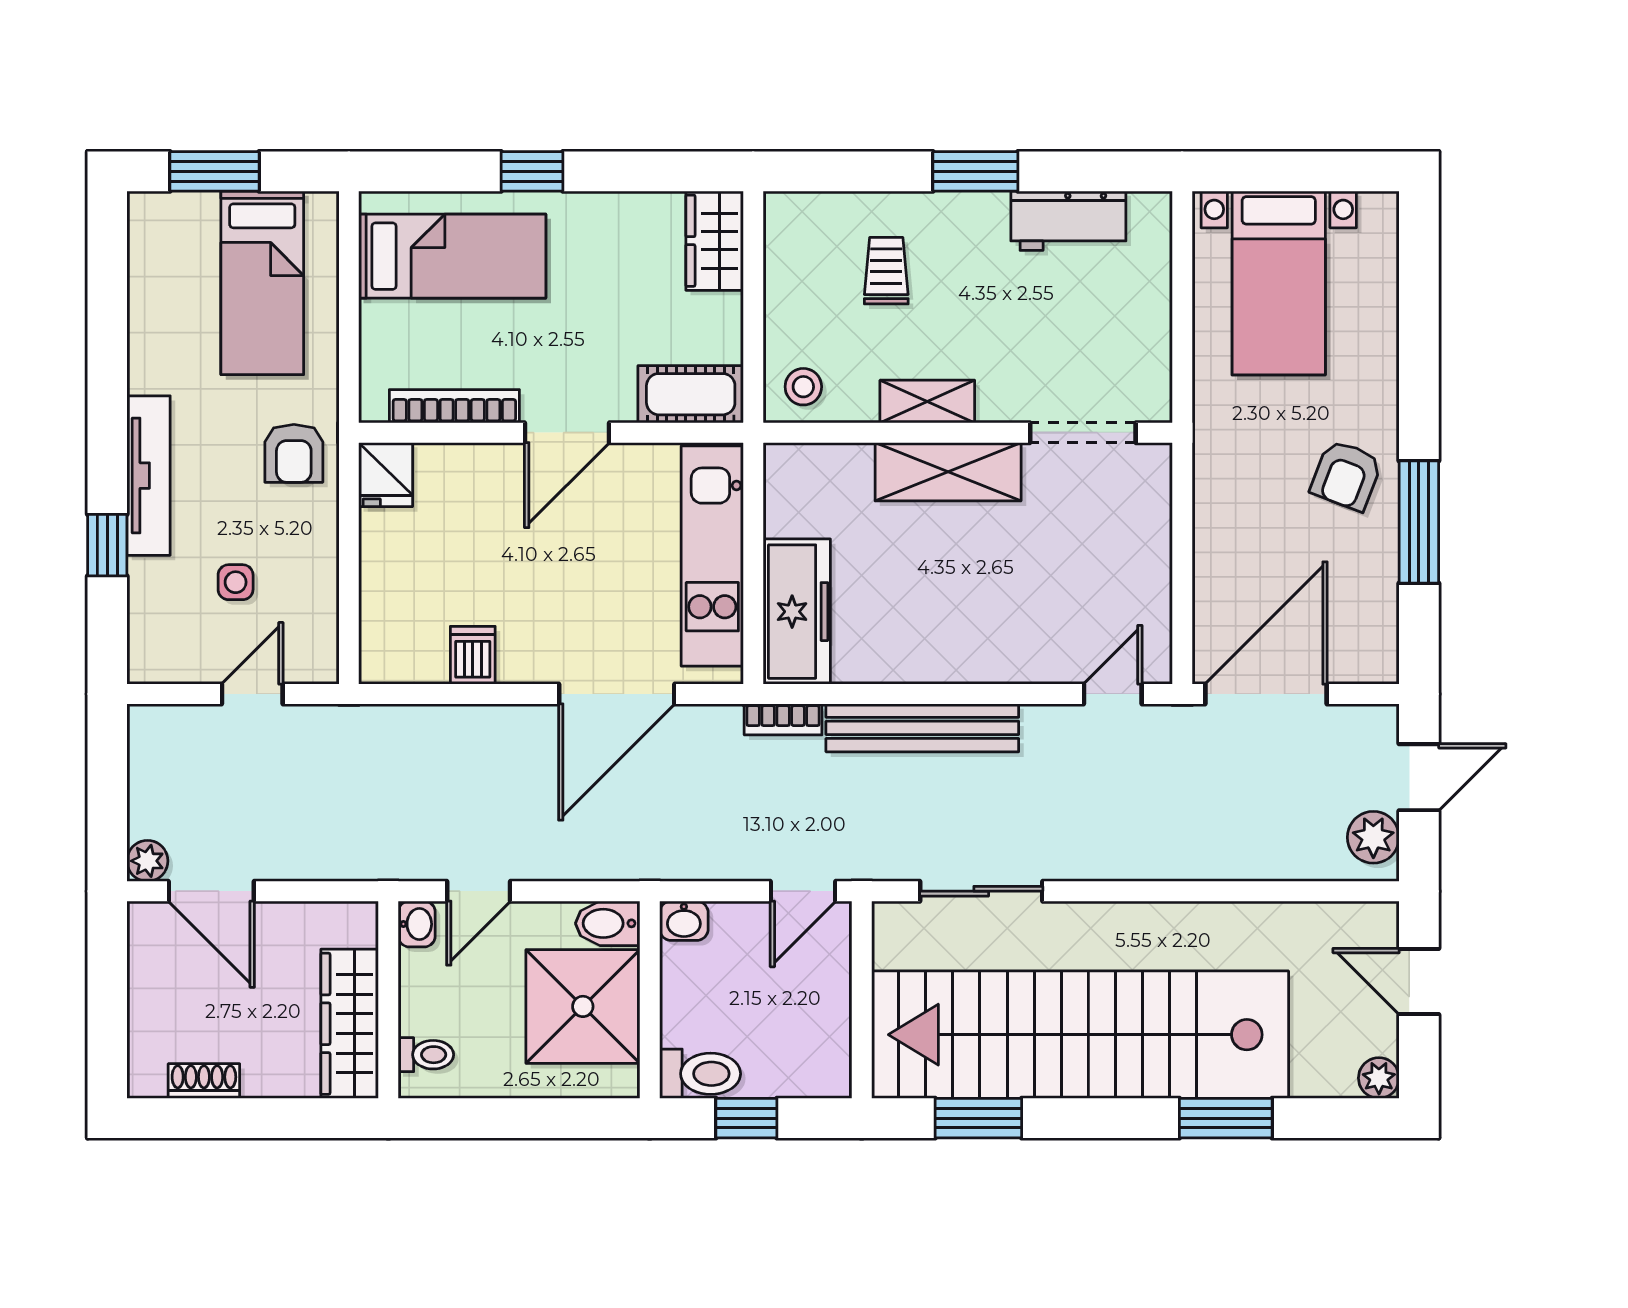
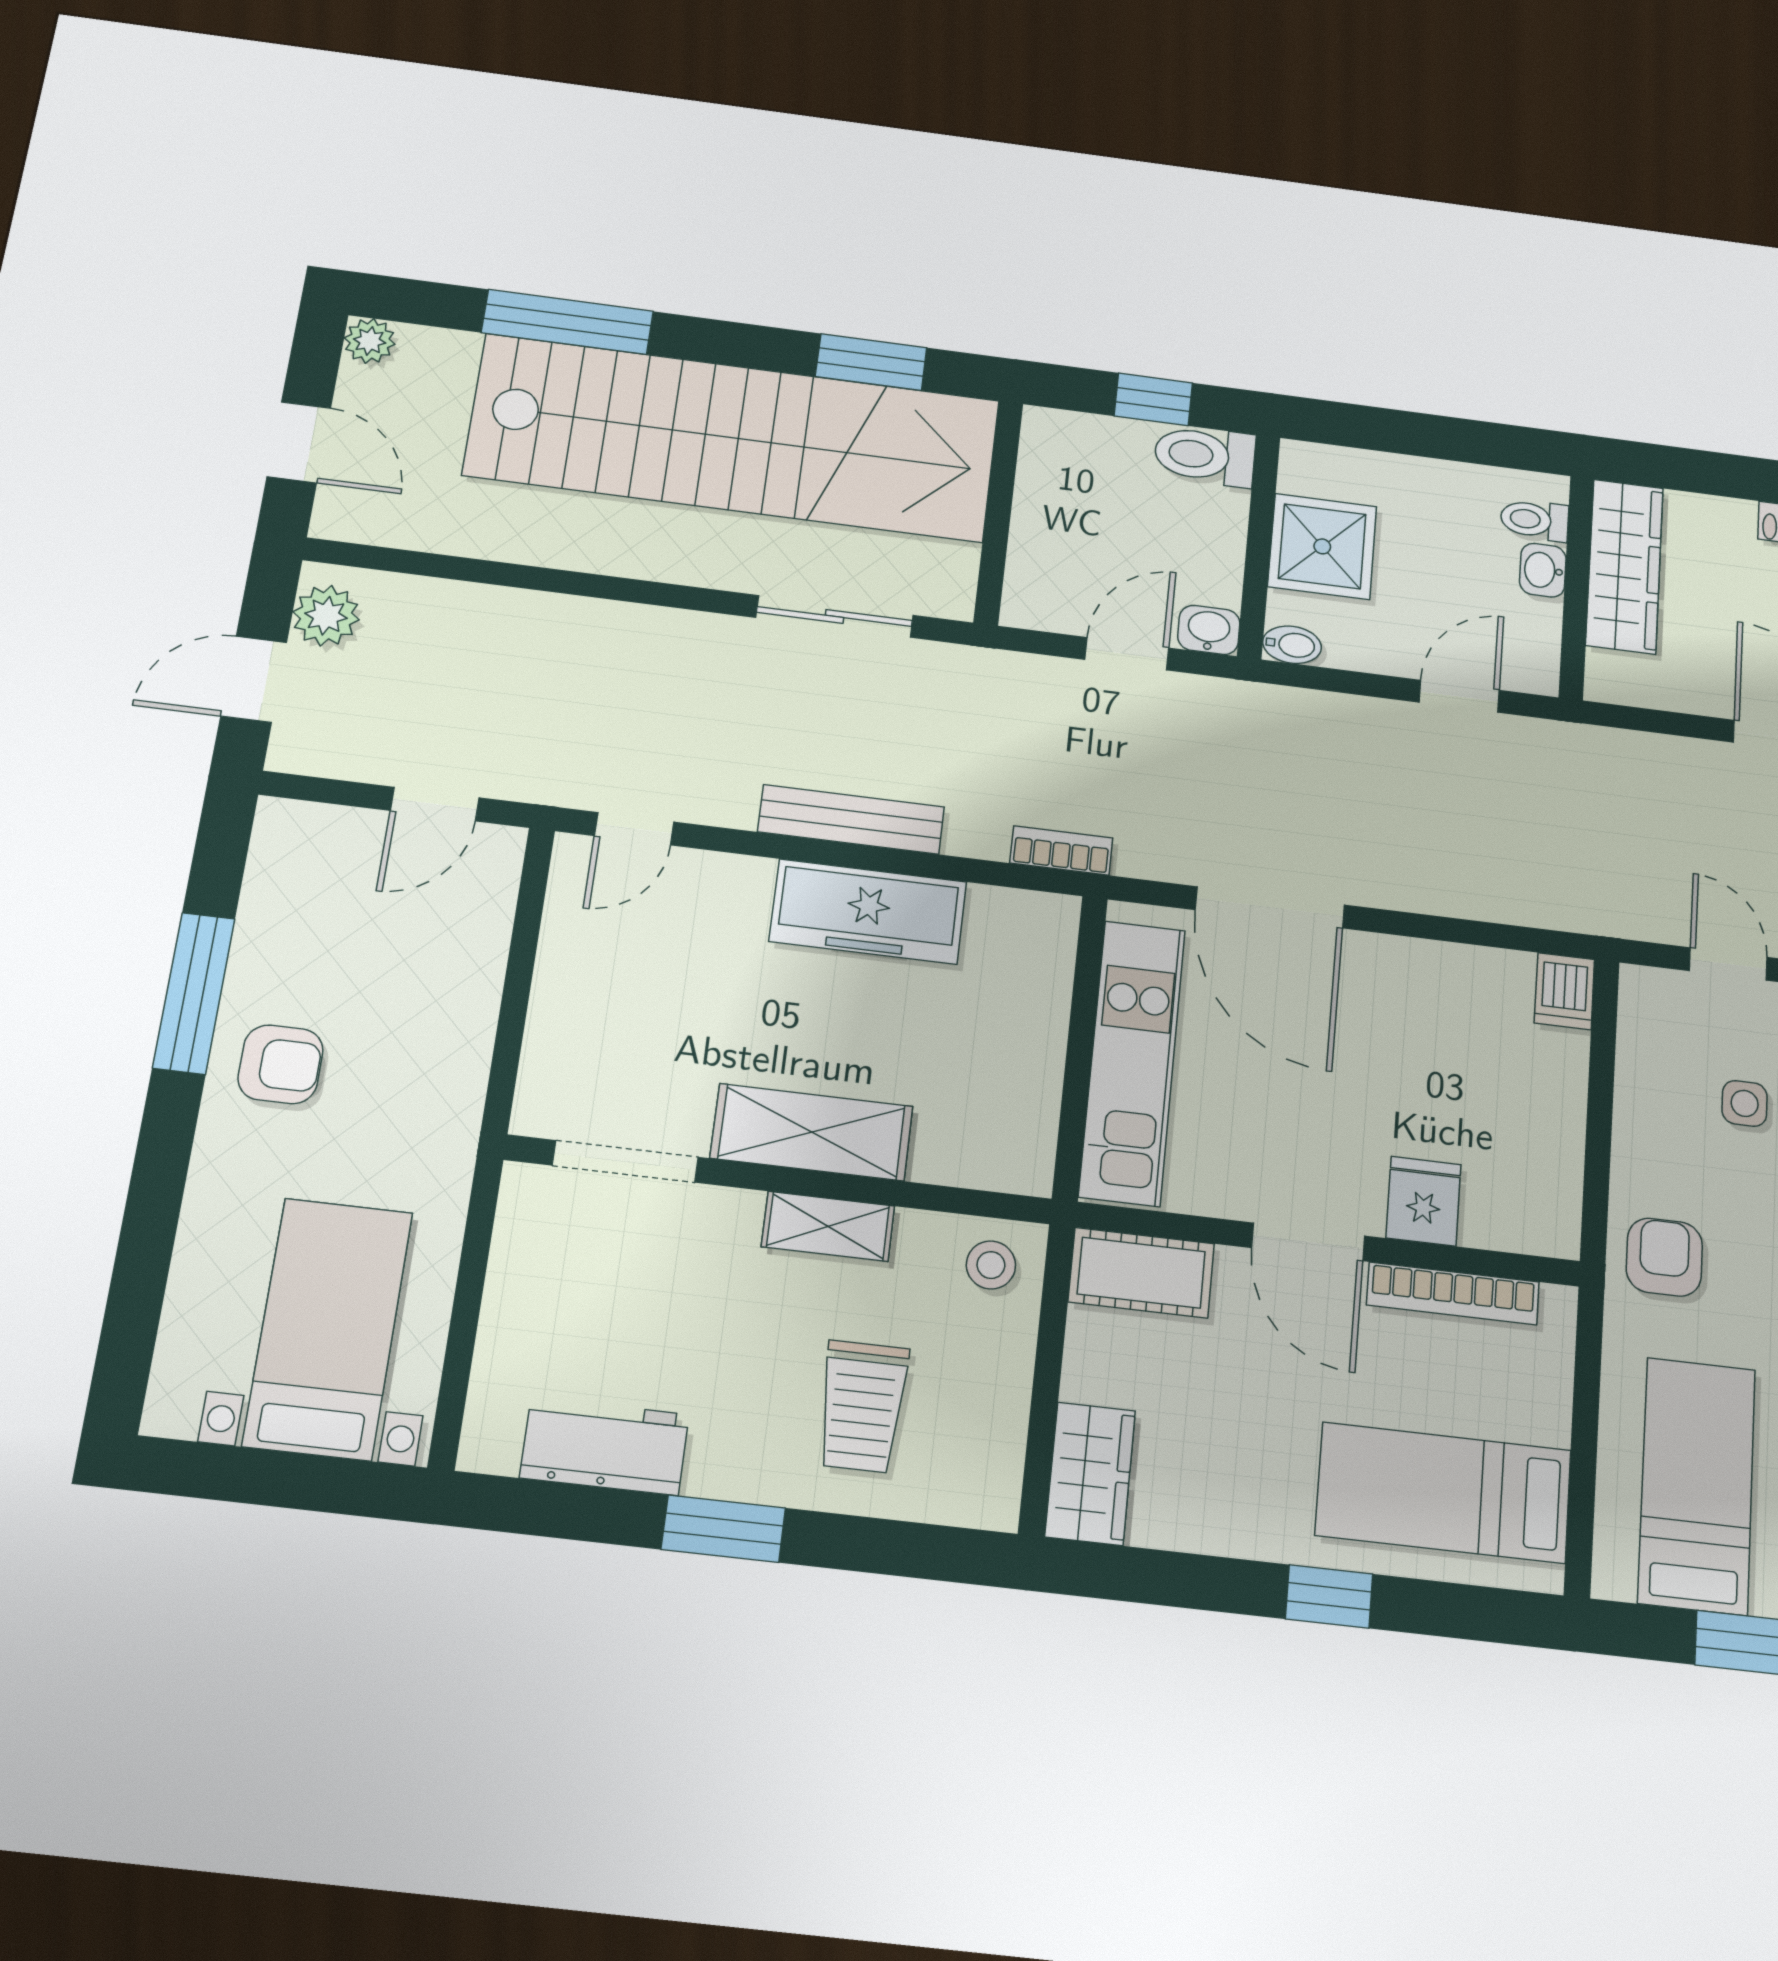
trolley: (886, 271) -> (862, 1406), width x1.36, depth x1.39
door: (567, 433) -> (1308, 1242), swing flipped
fridge: (386, 475) -> (1423, 1201), moved
armchair: (1346, 475) -> (281, 1064), turned 69
freezer: (797, 612) -> (868, 912), moved, turned -90
dishwasher: (473, 655) -> (1564, 991), moved
door: (252, 694) -> (1728, 964), swing flipped
door: (617, 694) -> (1270, 907), swing flipped
door: (1266, 694) -> (435, 804), width x0.53
bench: (922, 728) -> (851, 819), width x0.73, depth x0.82
door: (803, 891) -> (1127, 654), moved
bidet: (608, 923) -> (1292, 645), width x0.72, depth x0.74
washbasin: (417, 924) -> (1543, 570), moved
shower: (583, 1006) -> (1322, 546), width x0.73, depth x0.73
window: (1226, 1118) -> (567, 322), width x1.44

